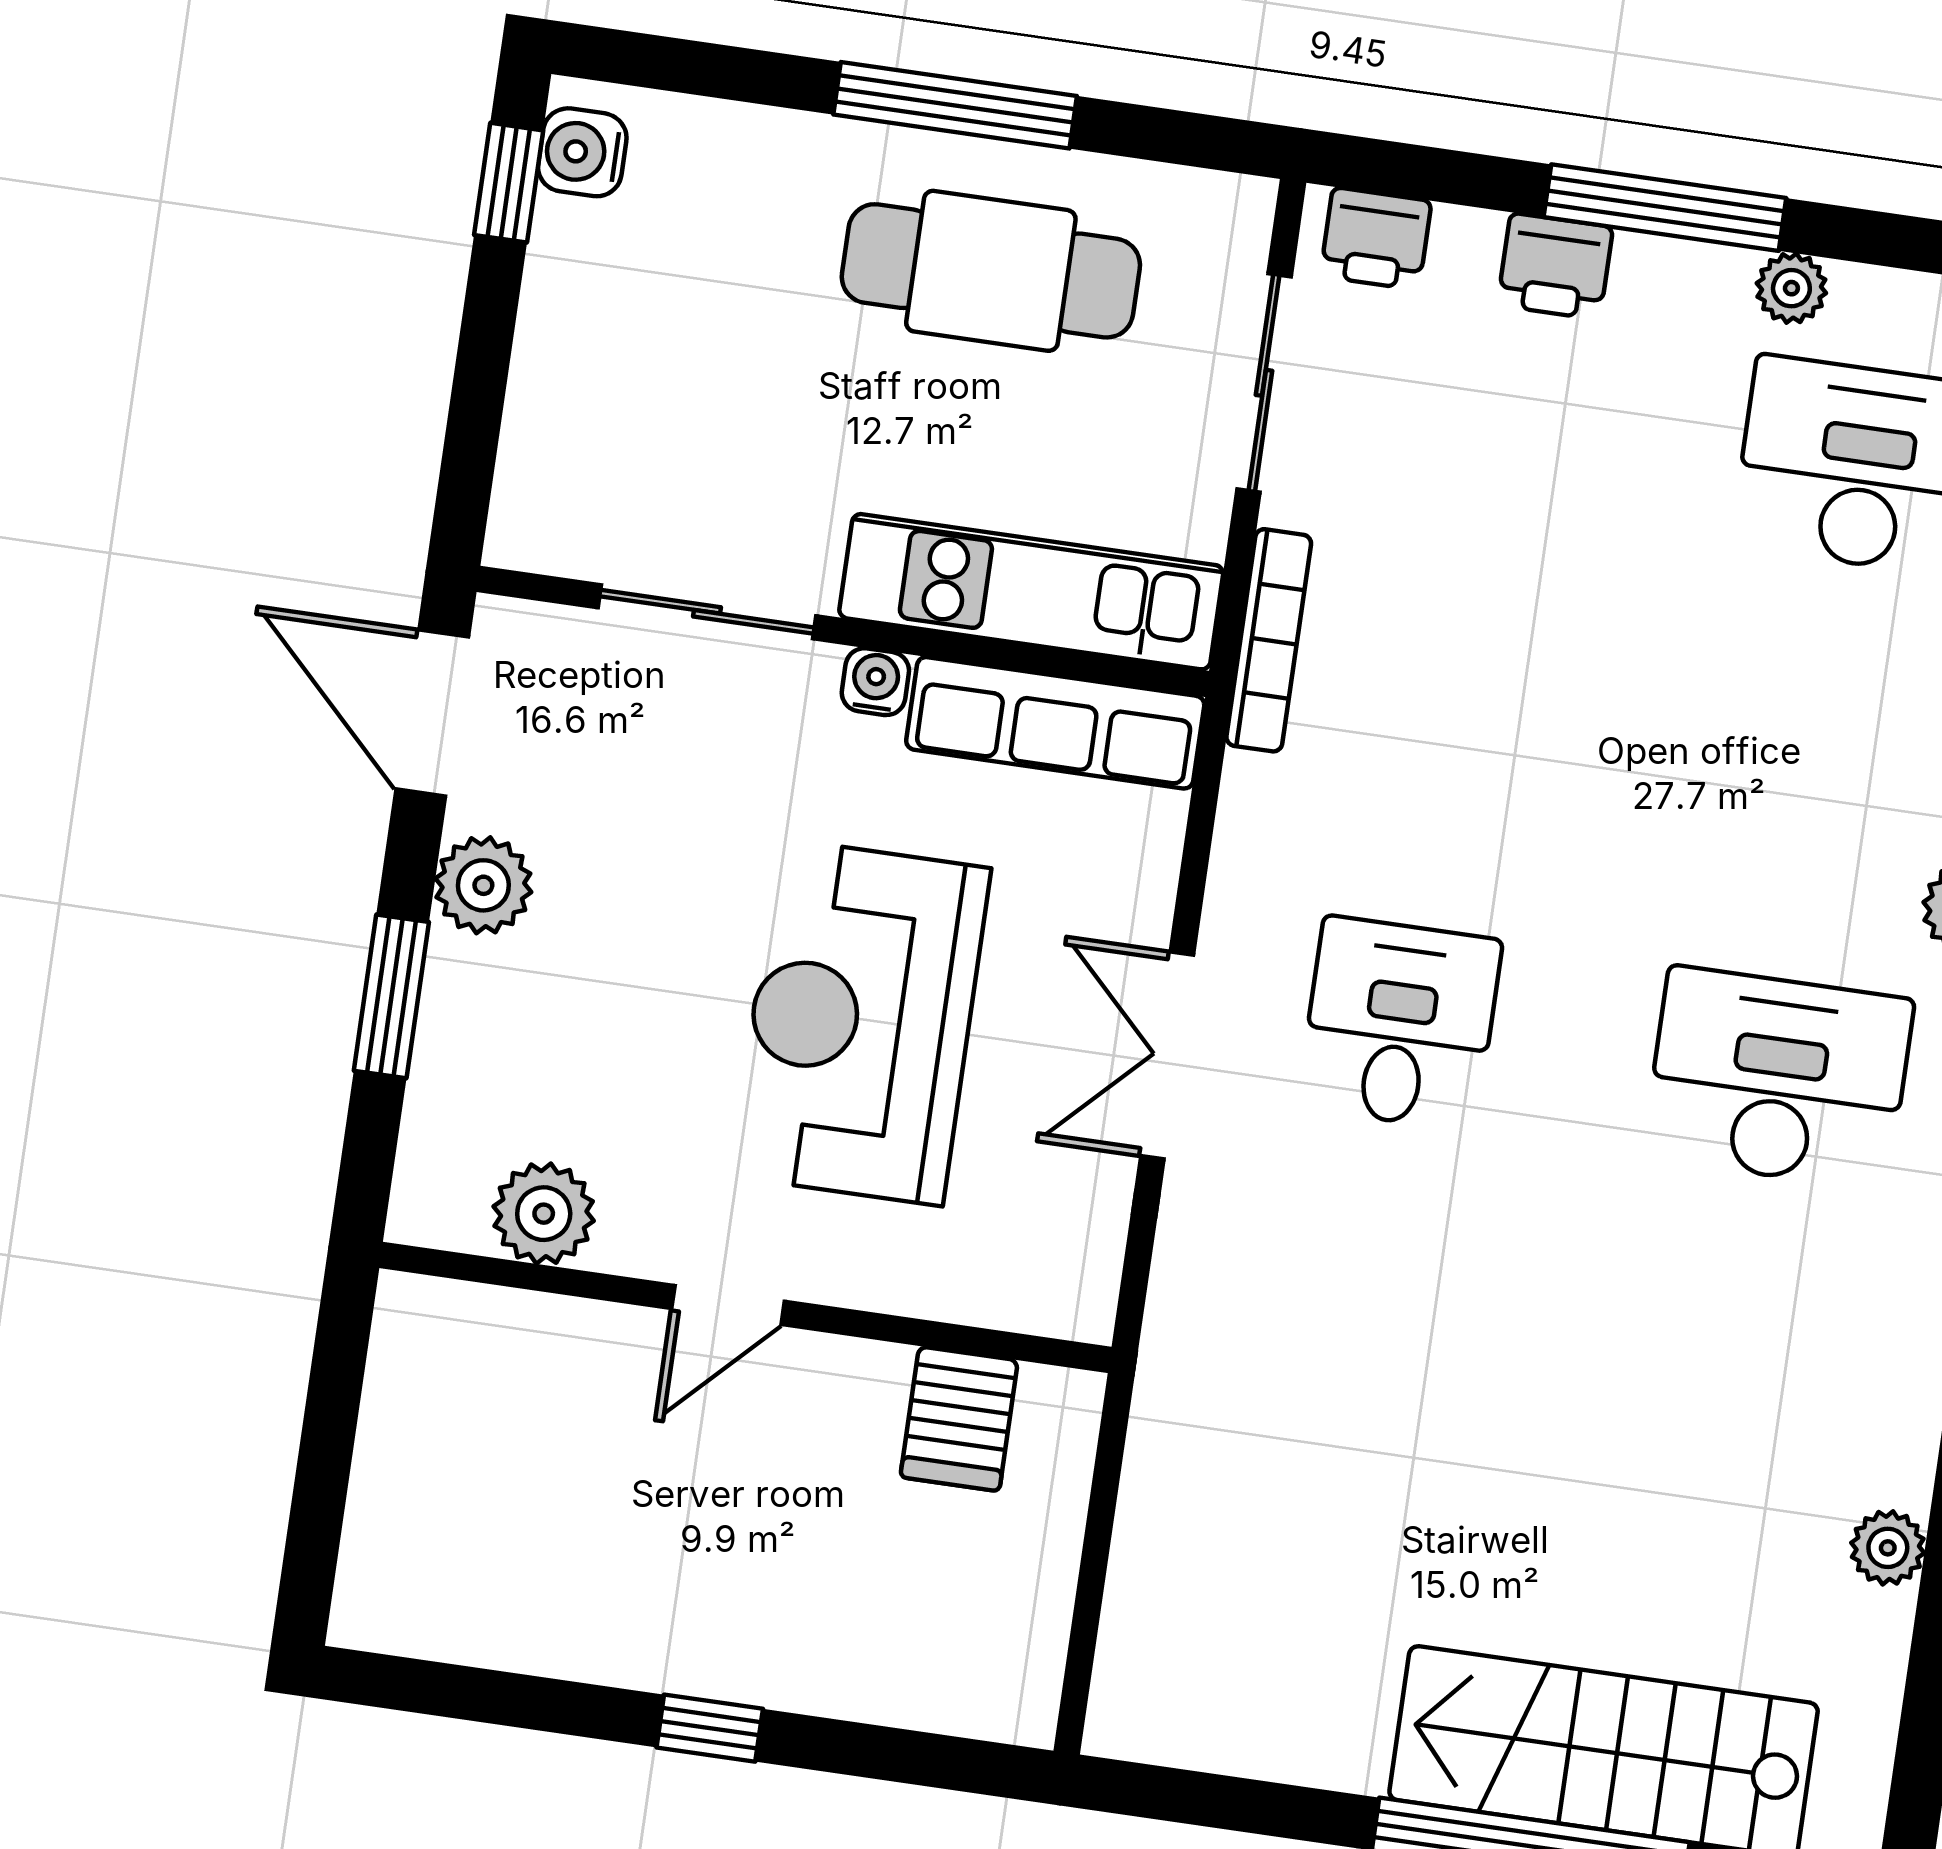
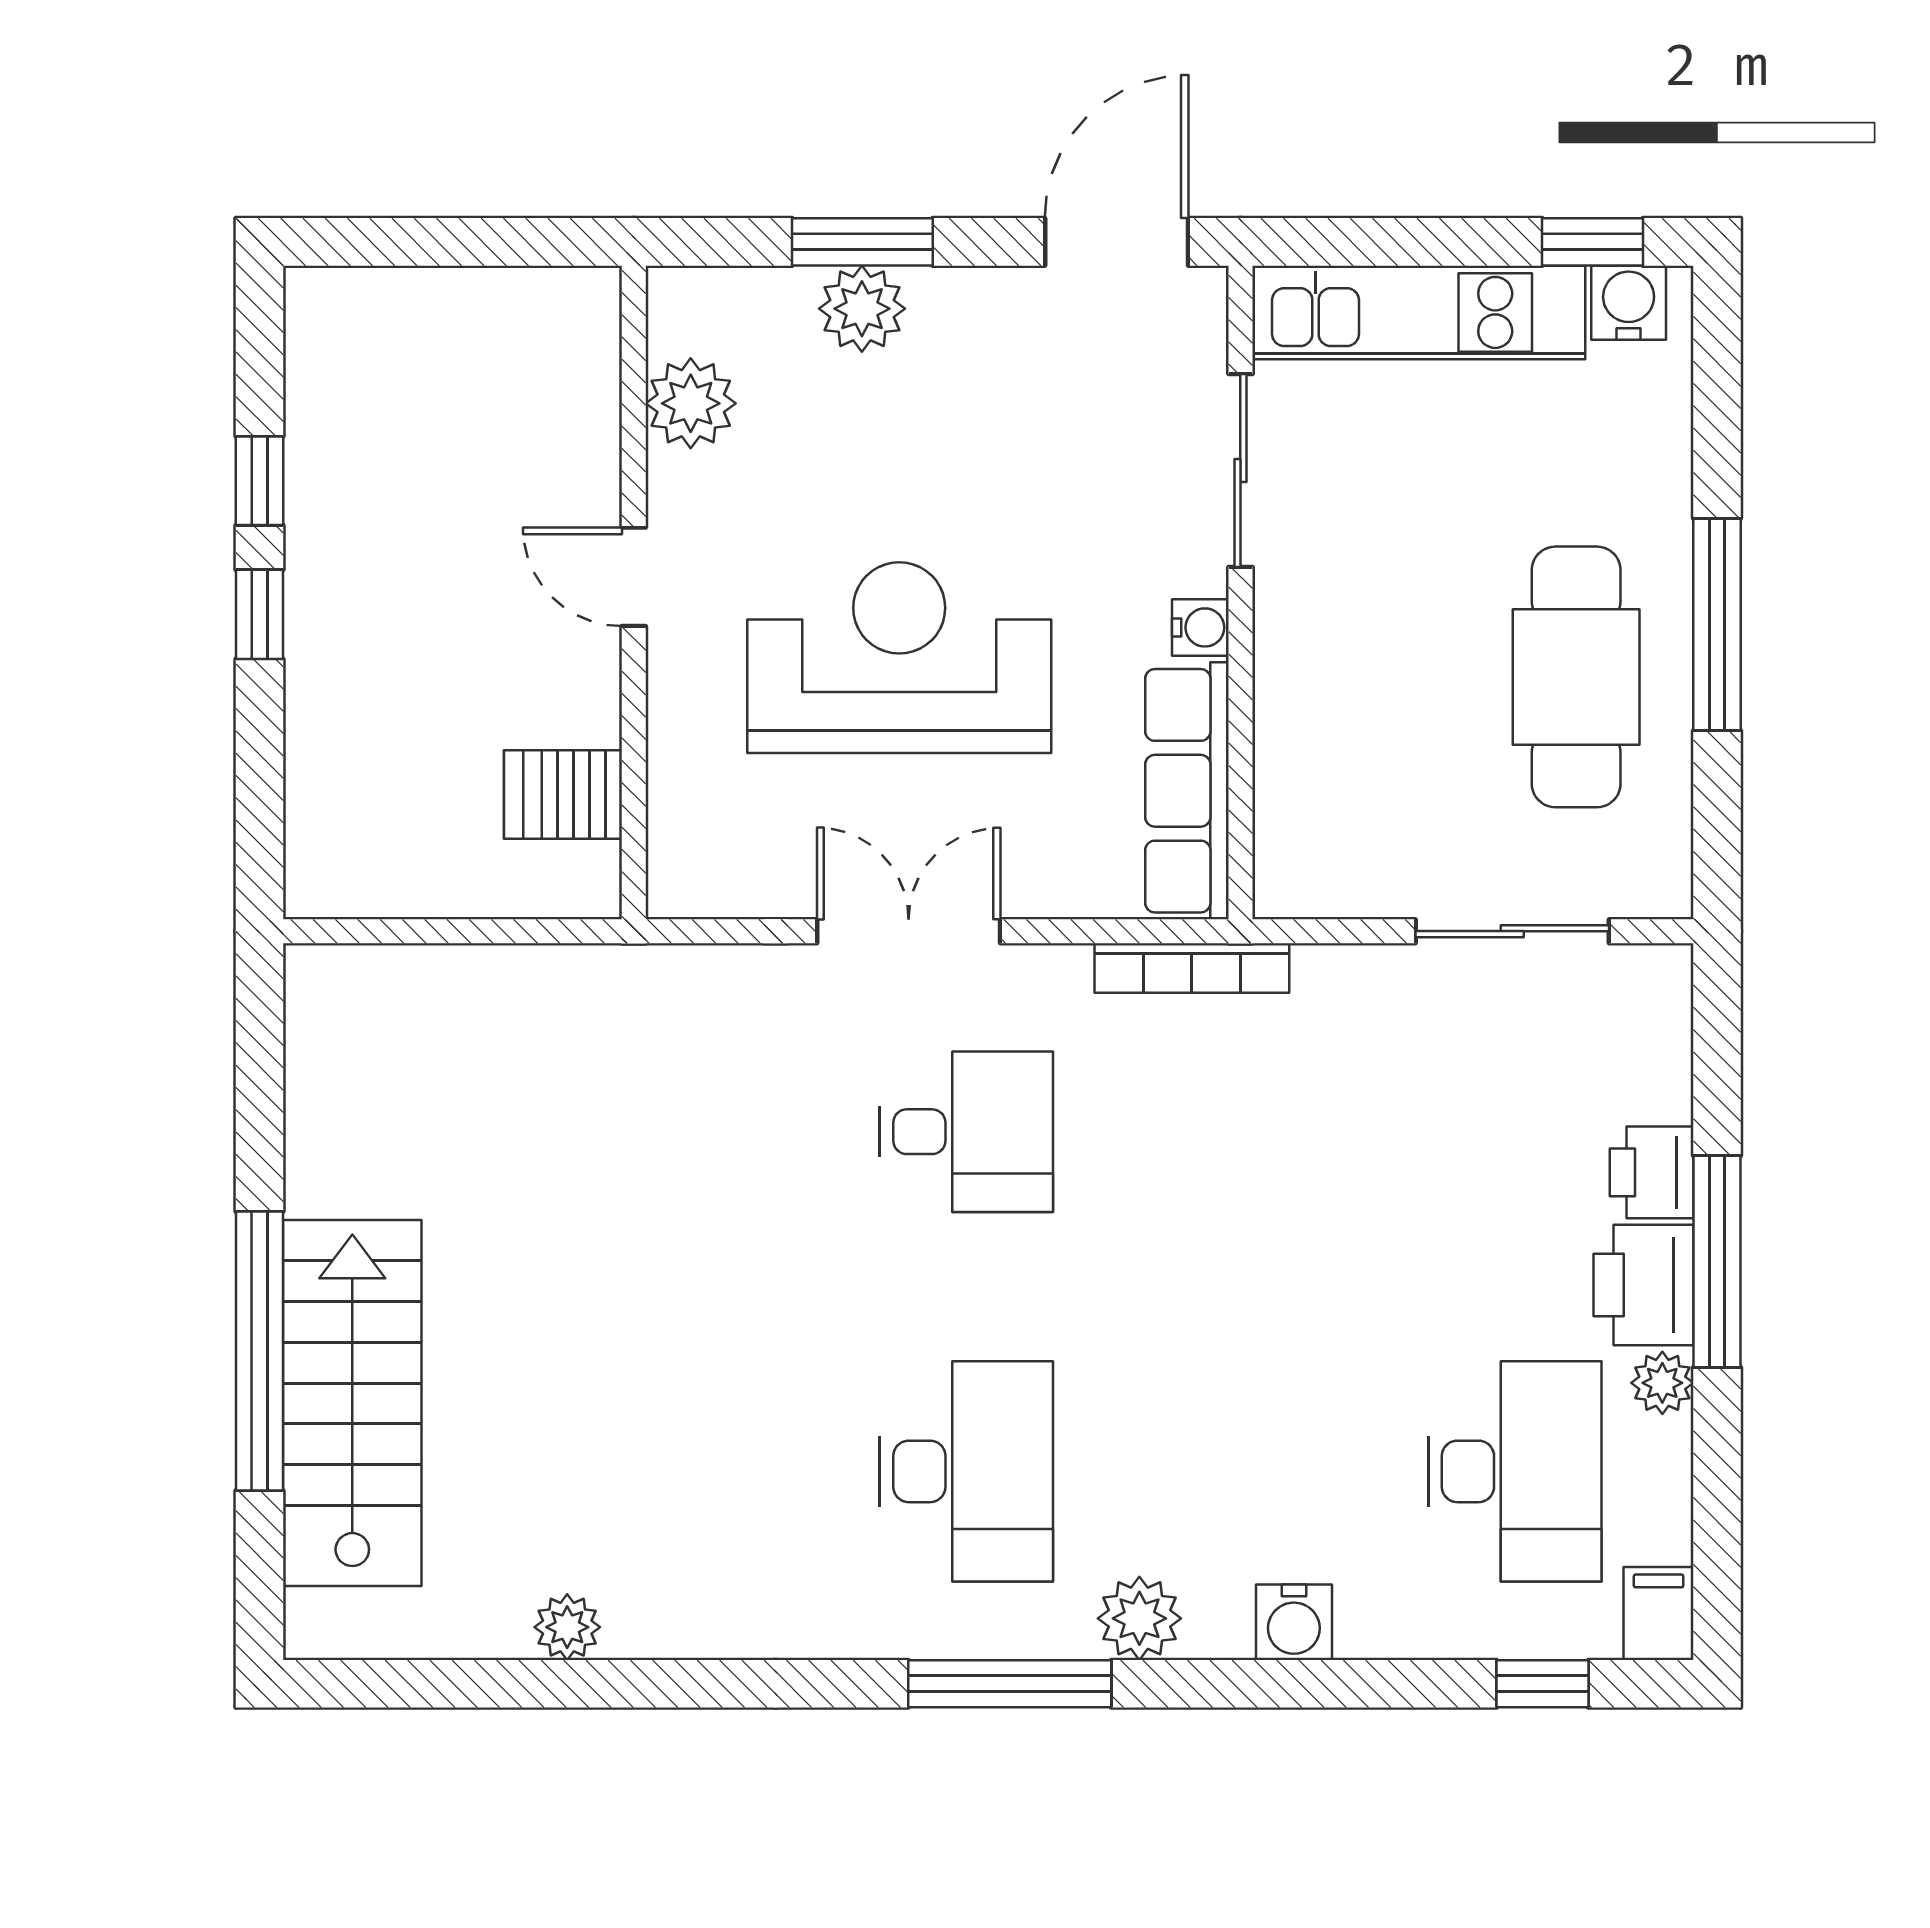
printer: (1376, 239) -> (1644, 1285), moved, width x1.36, depth x1.24
kitchen unit: (1031, 592) -> (1419, 312), moved, turned 90
bookcase: (1269, 640) -> (1192, 968), moved
plant: (483, 885) -> (862, 309), moved
window: (561, 1707) -> (260, 481), added

